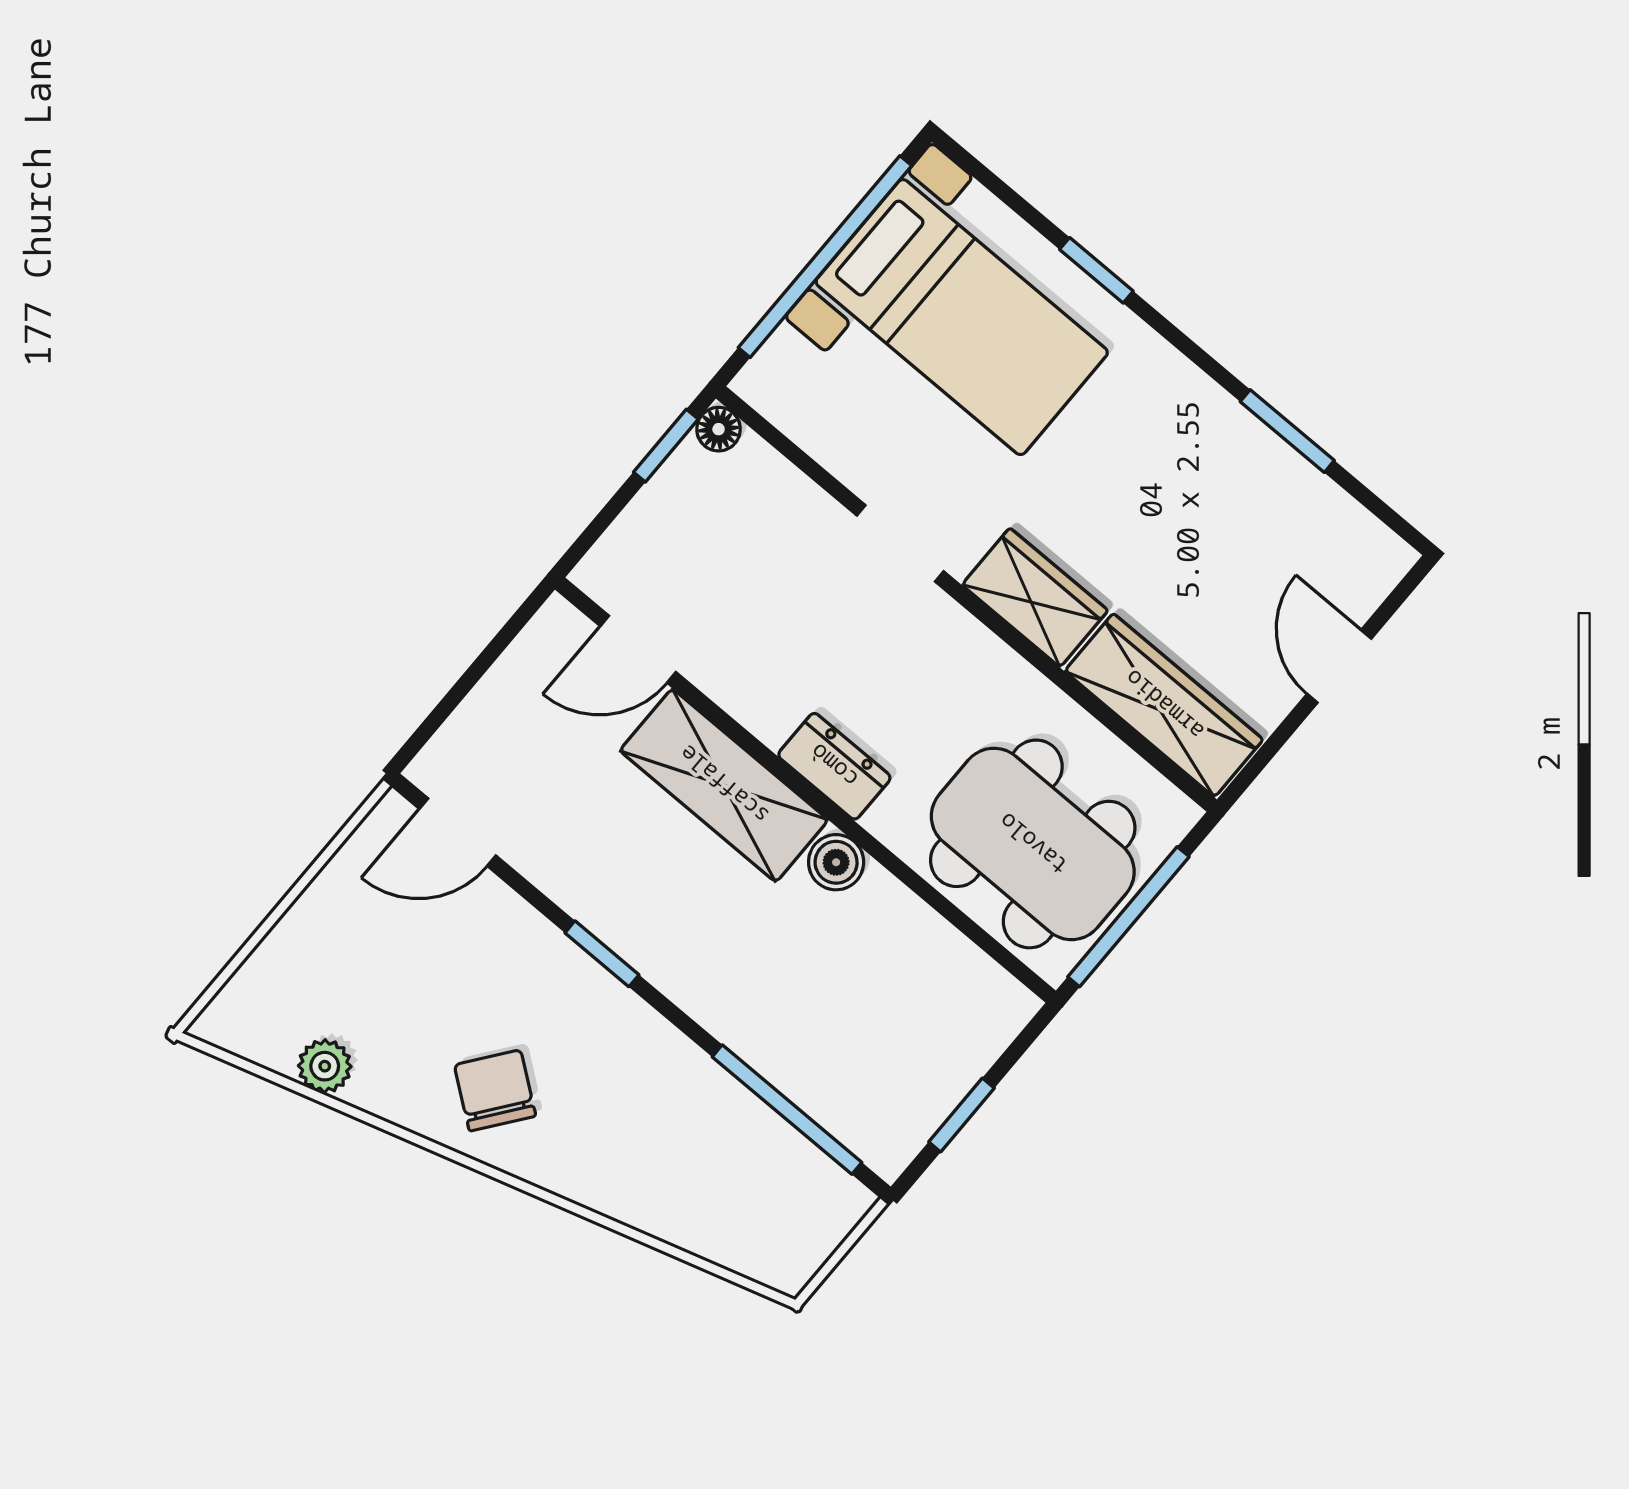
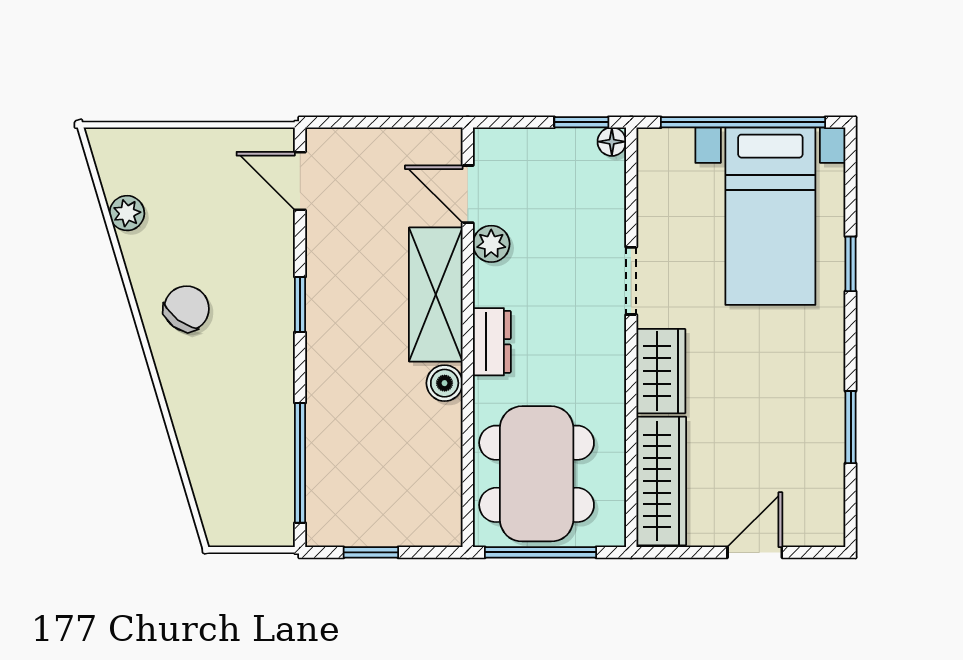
plant: (719, 671) -> (491, 244), added

